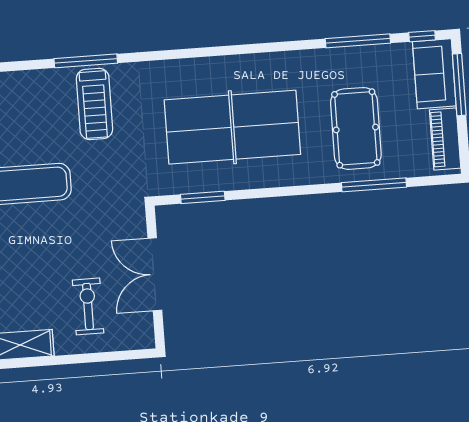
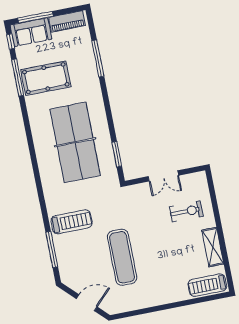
window: (86, 61) -> (52, 249), moved
pool table: (356, 128) -> (46, 78), moved
double door: (155, 274) -> (163, 176), width x0.73
exercise bike: (88, 306) -> (186, 211), turned 180

